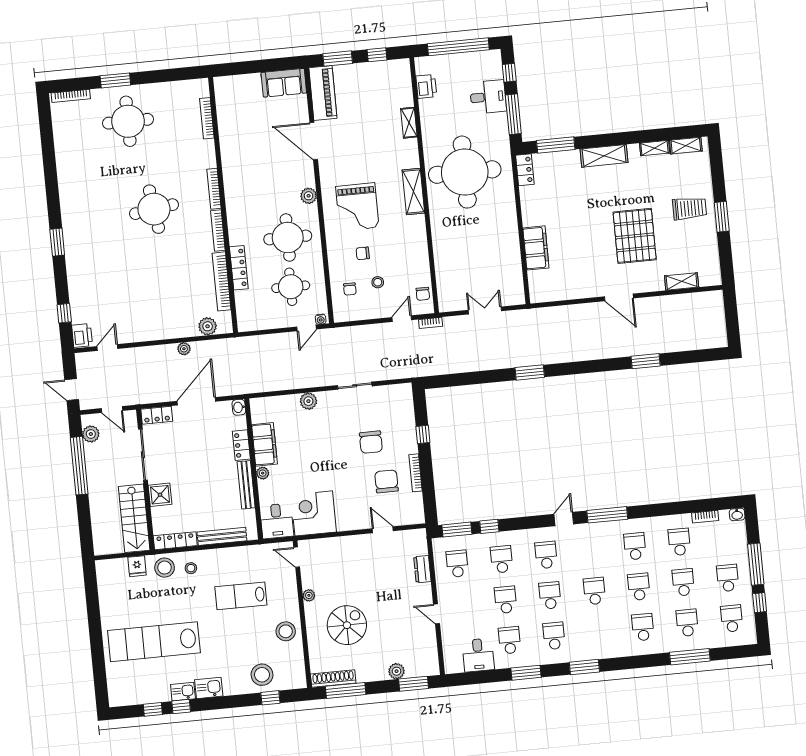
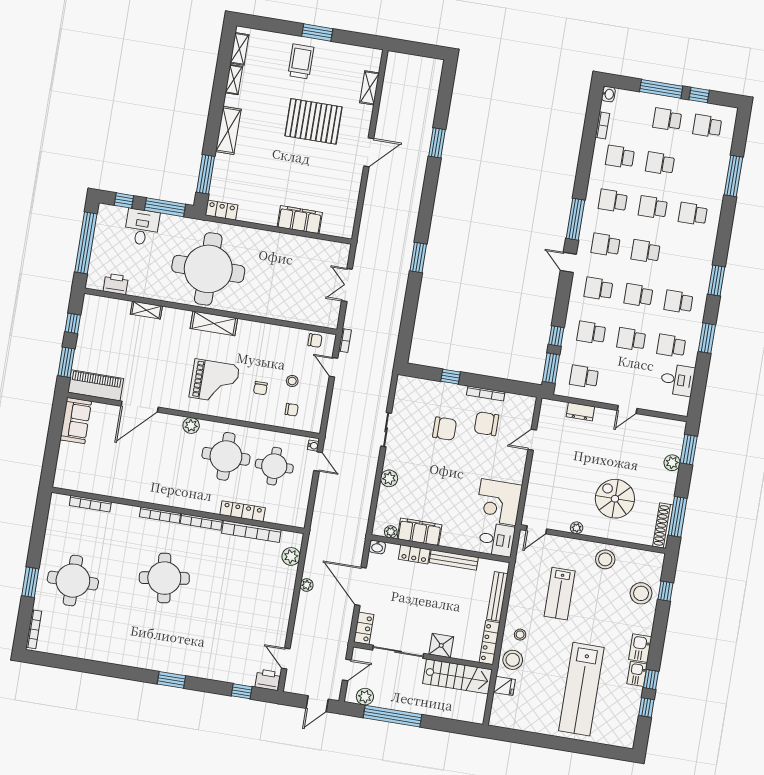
plant: (263, 473) -> (391, 532), moved
school desk: (687, 623) -> (606, 245), moved

